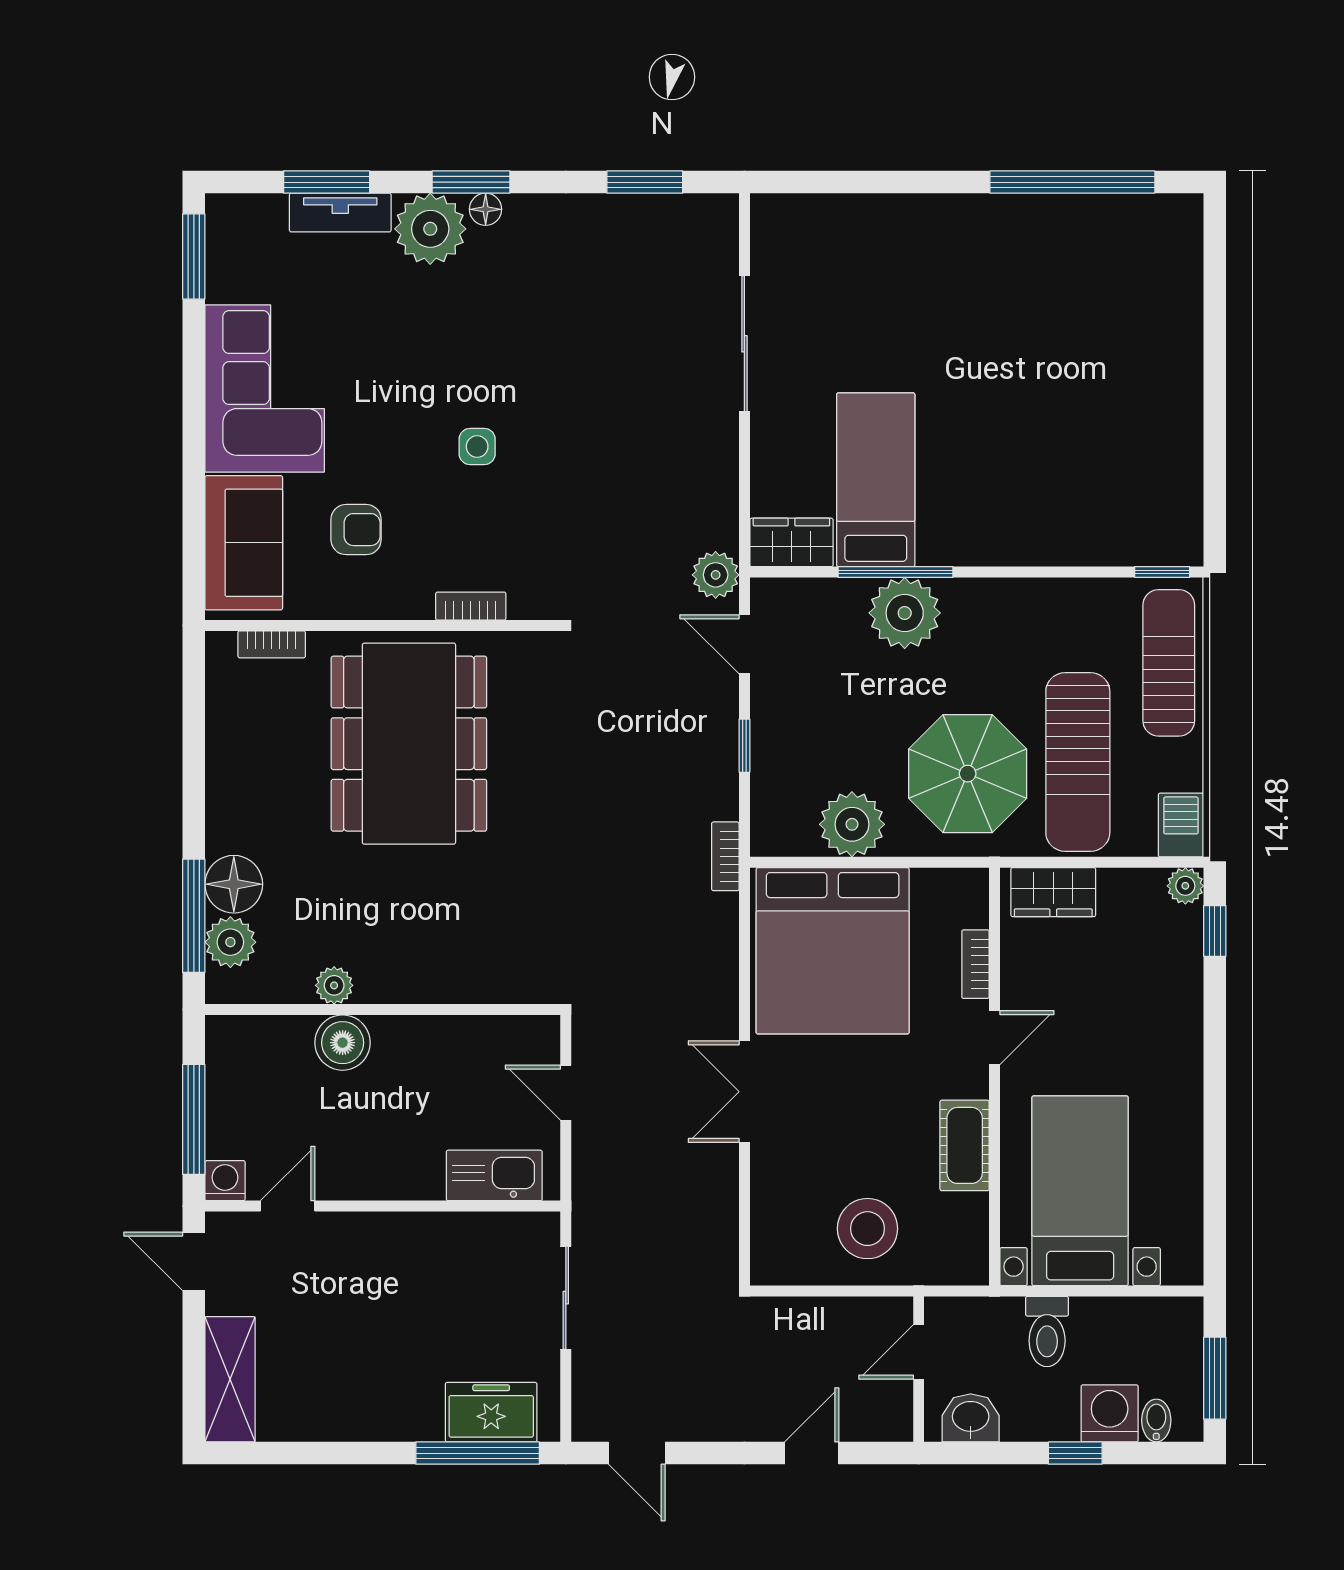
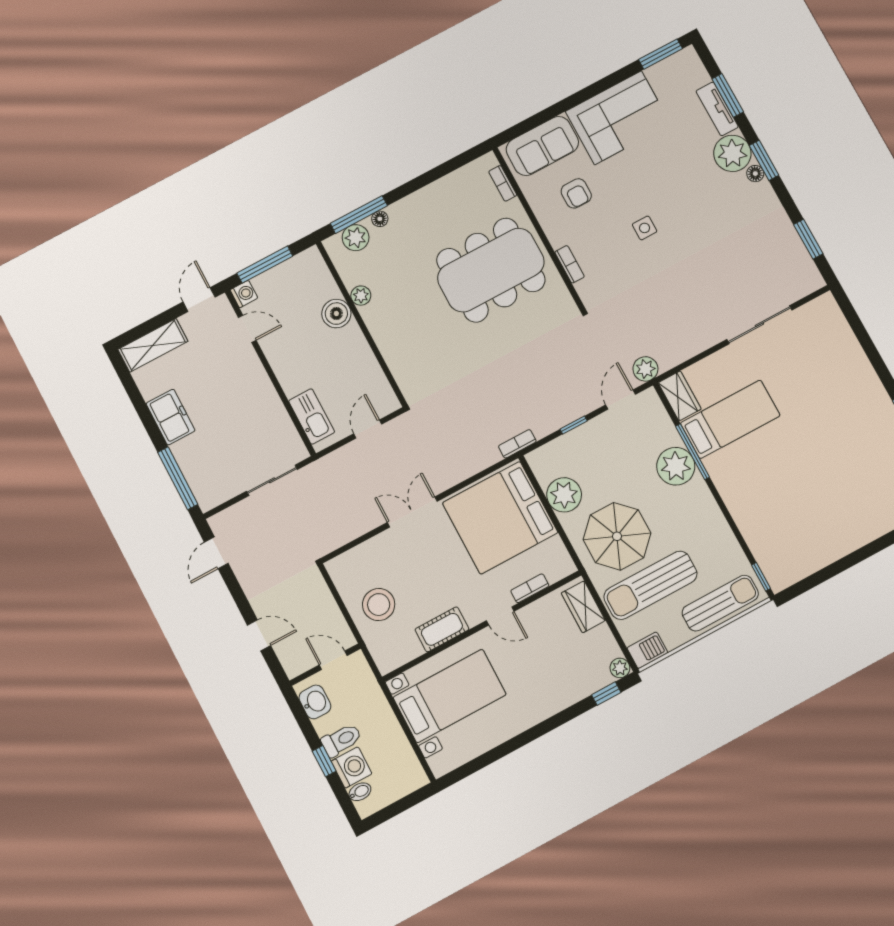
floor lamp: (234, 884) -> (380, 219), width x0.53, depth x0.53
toilet: (1047, 1332) -> (341, 740), moved, turned 180
window: (1215, 1378) -> (395, 809), removed
freezer: (491, 1412) -> (171, 417), moved

